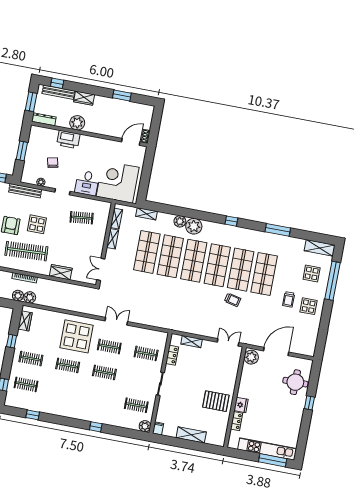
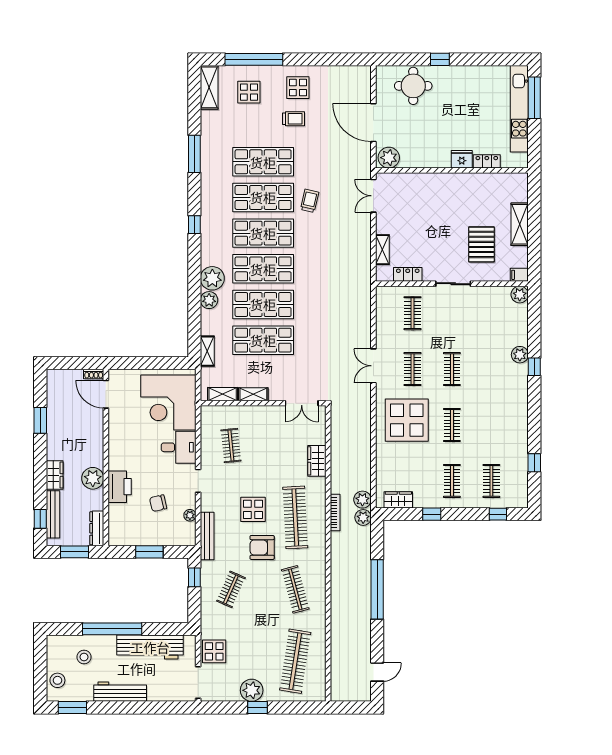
pallet: (216, 401) -> (481, 244), moved
clothes rail: (136, 405) -> (491, 313), removed
plant: (105, 419) -> (520, 355), added

